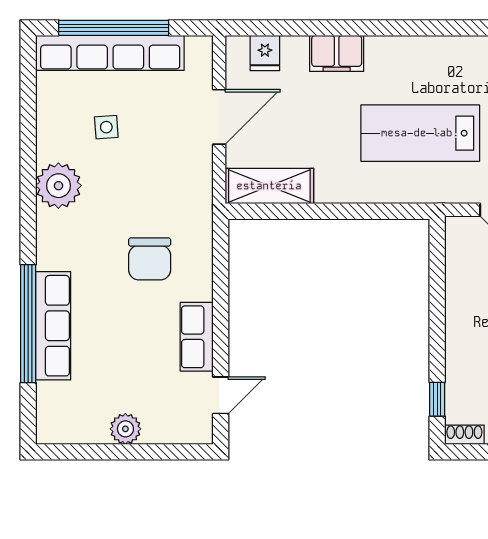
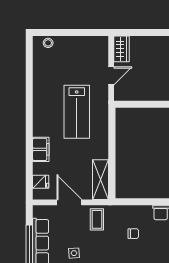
coffee table: (181, 178) -> (97, 219), added
chair: (150, 259) -> (133, 234), width x0.54, depth x0.54

